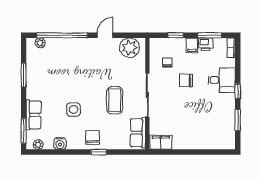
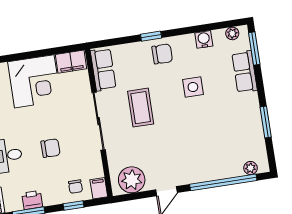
filing cabinet: (192, 45) -> (99, 188), moved
chair: (167, 63) -> (75, 187), moved
corner desk: (190, 132) -> (34, 81), added
chair: (92, 137) -> (162, 54), turned -90

